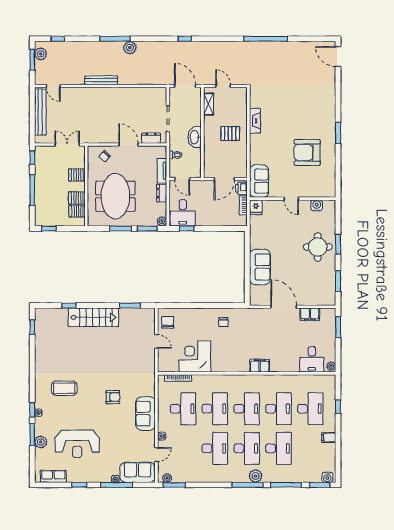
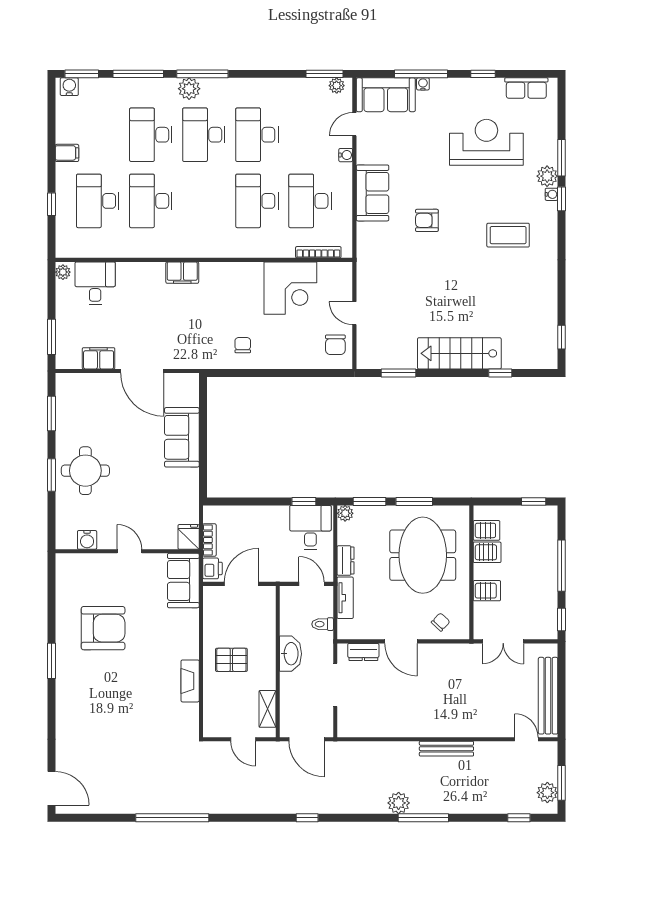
desk: (247, 409) -> (204, 201), removed
plant: (41, 442) -> (547, 176), moved

